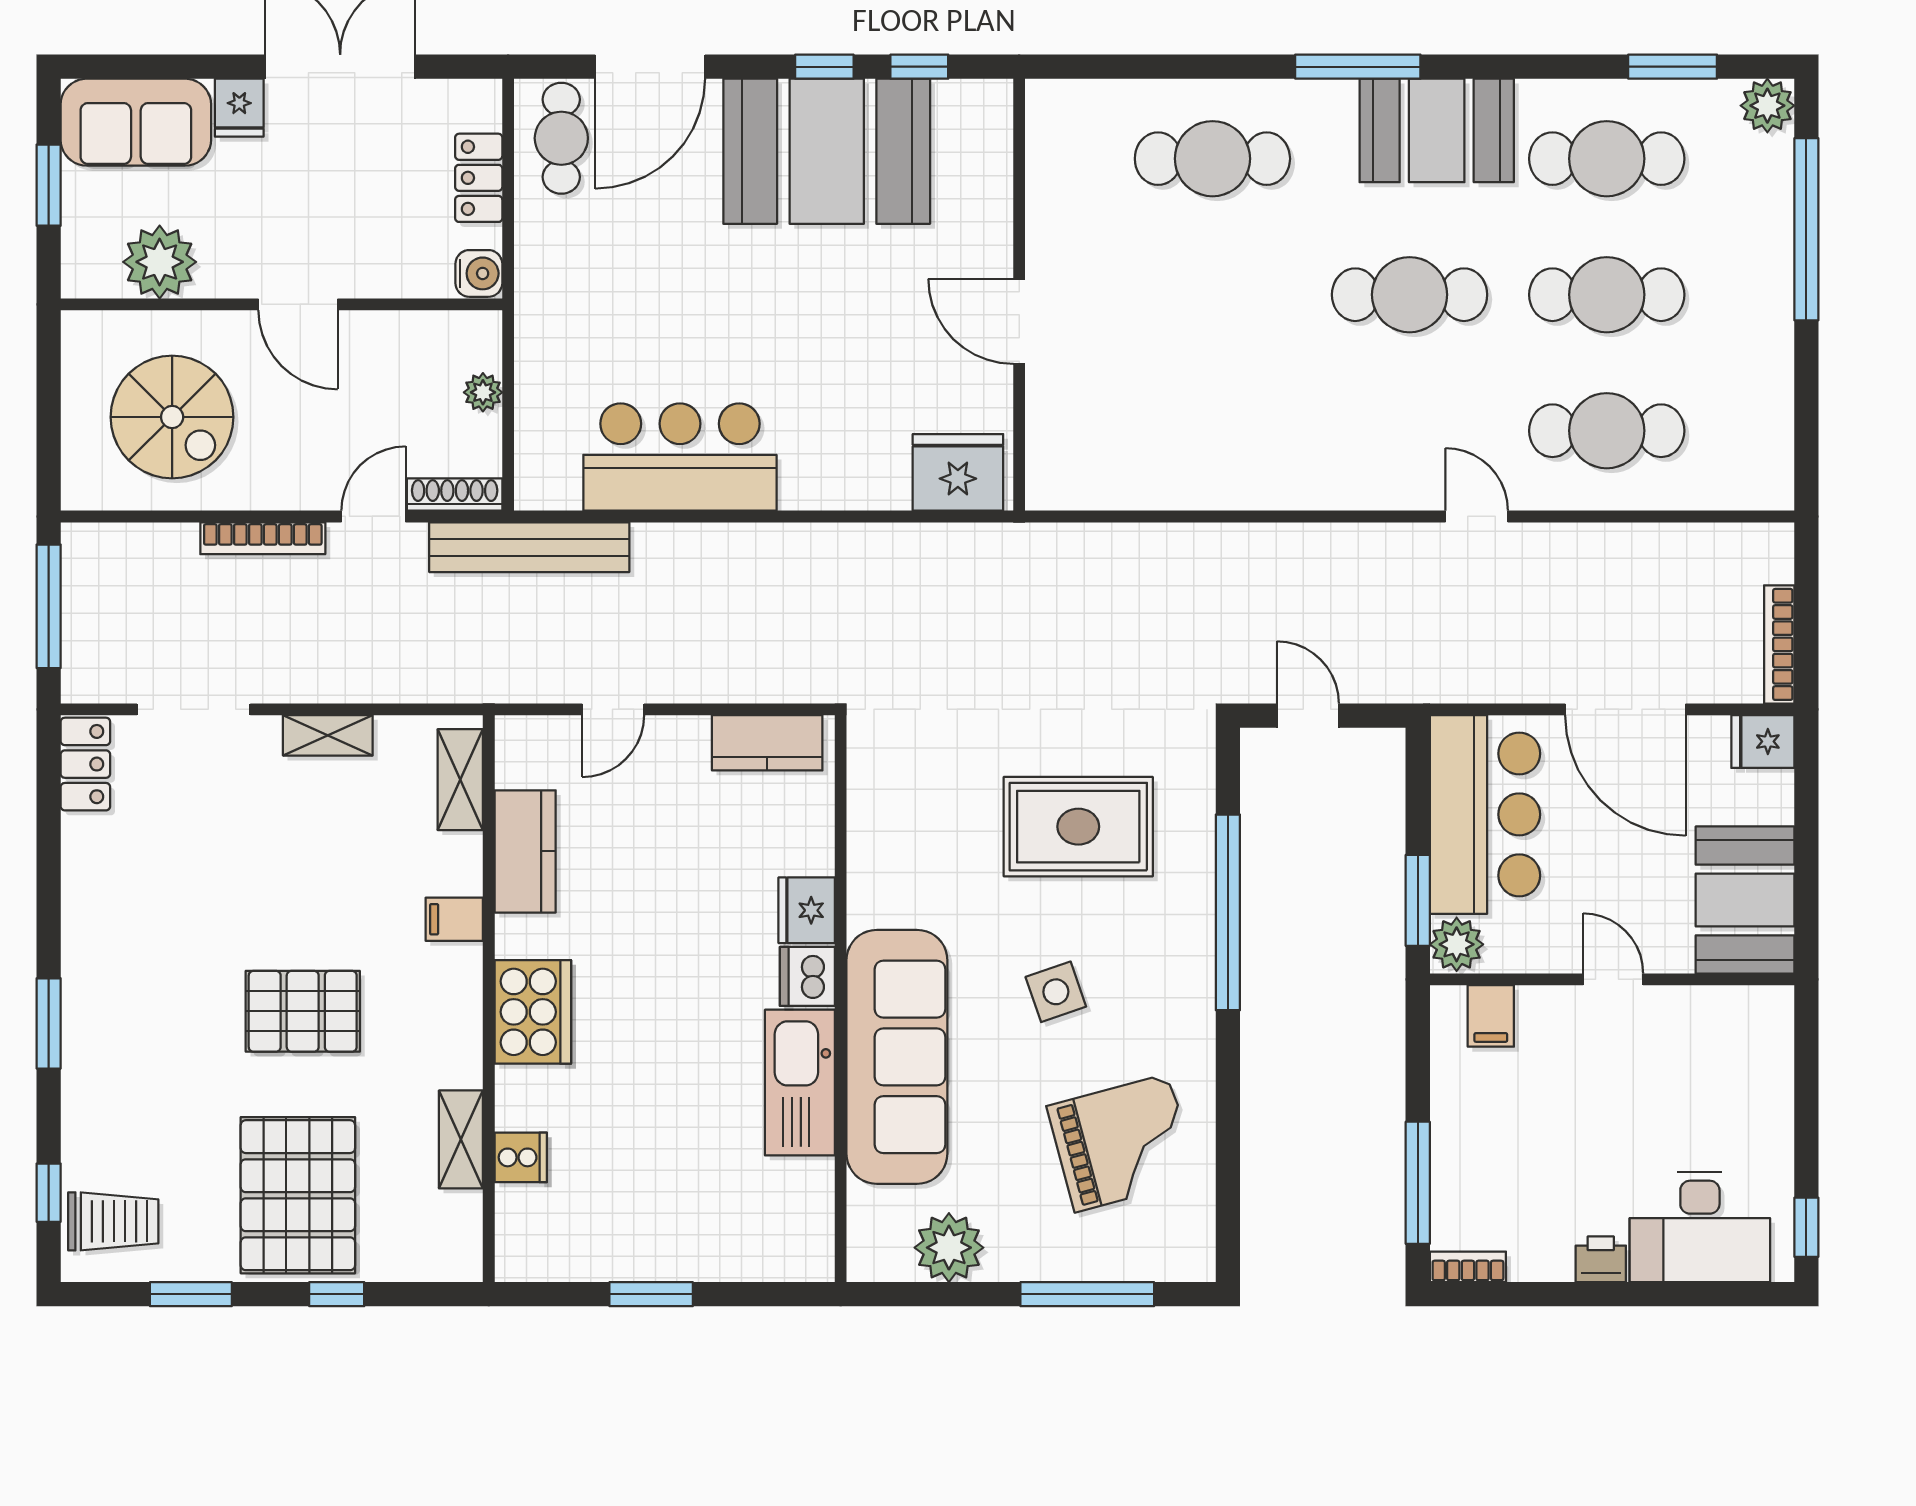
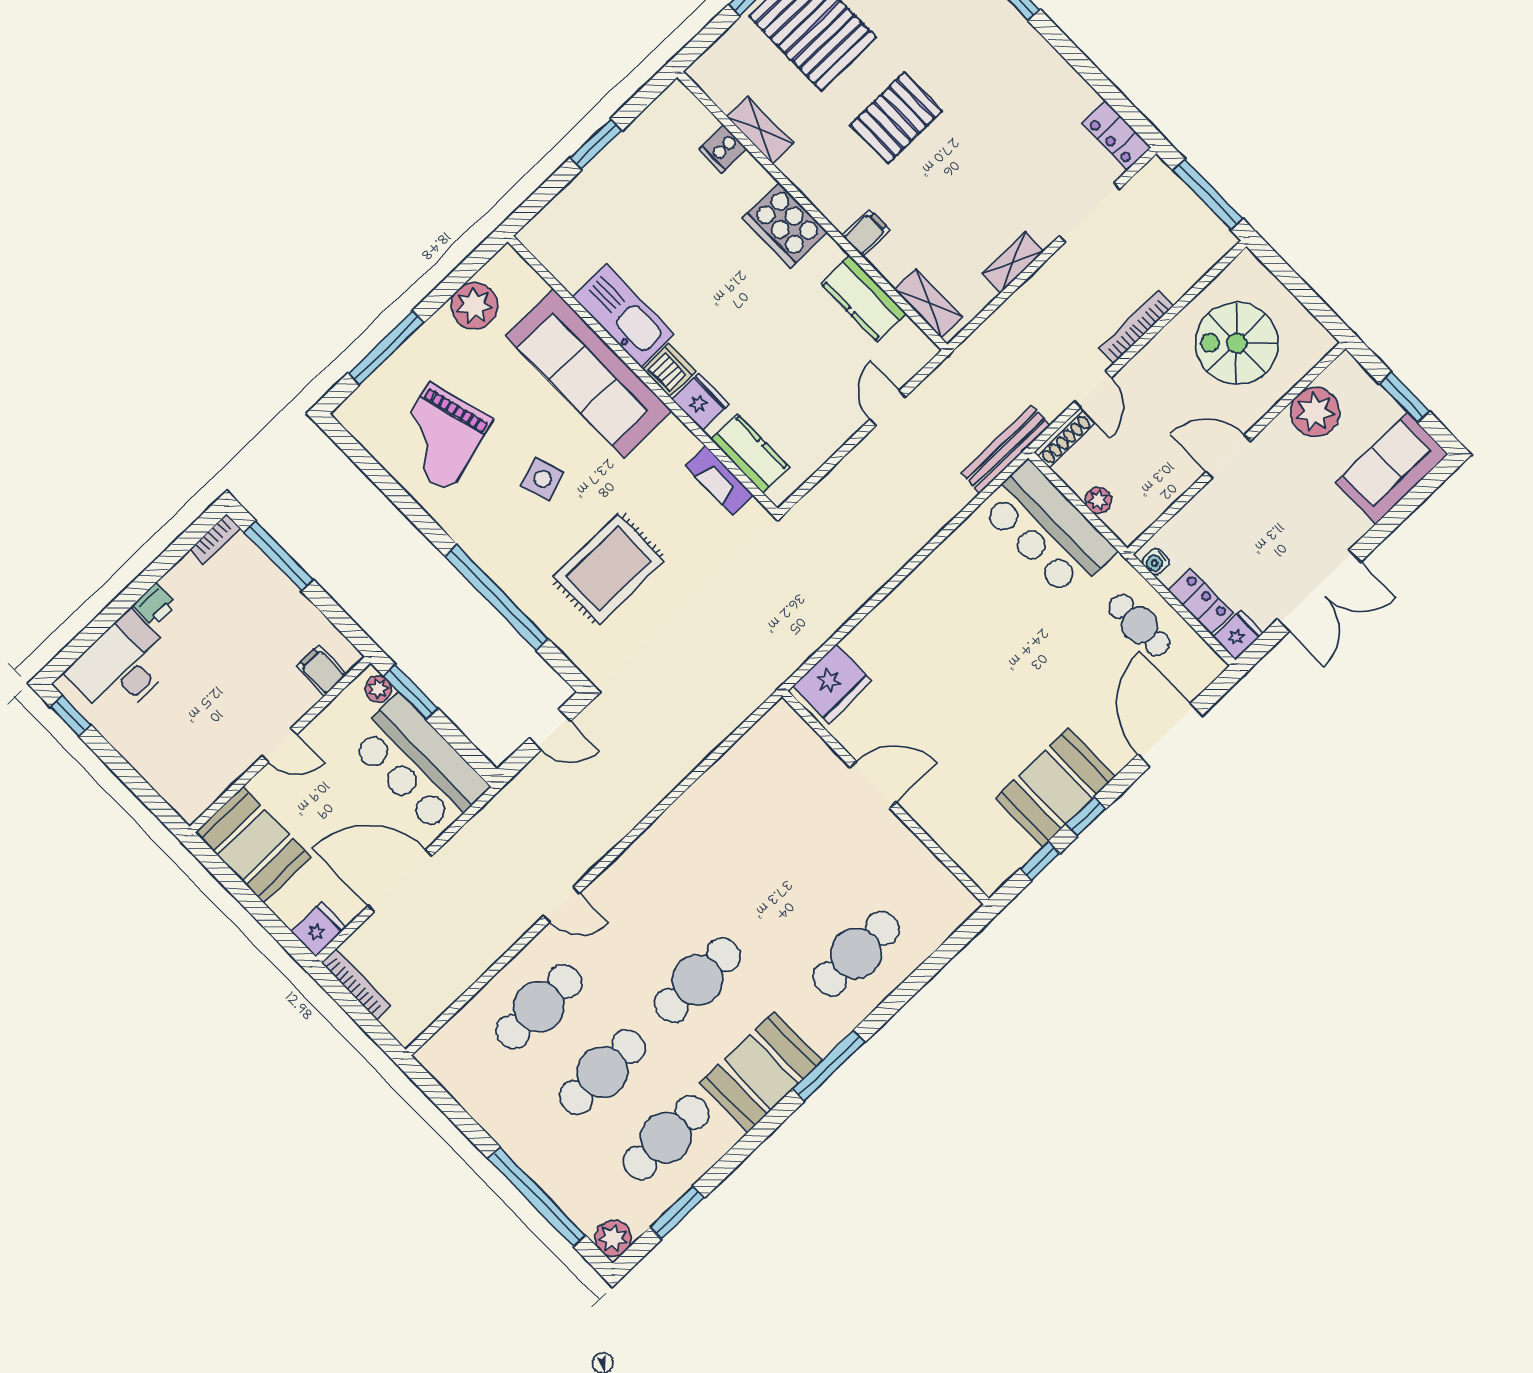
fridge: (239, 108) -> (1238, 635), moved, turned 90
cafe table: (561, 138) -> (1139, 625), moved
booth: (827, 151) -> (1055, 787), width x0.73, depth x0.70
water cooler: (479, 273) -> (1156, 562), width x0.72, depth x0.72
bar counter: (680, 457) -> (1047, 529), moved, turned 90
bench: (529, 547) -> (1006, 449), width x0.73, depth x0.82
kitchen counter: (767, 743) -> (750, 453), moved, turned 90
fireplace: (868, 806) -> (719, 481), added
plant: (1457, 944) -> (378, 689), width x0.73, depth x0.73

